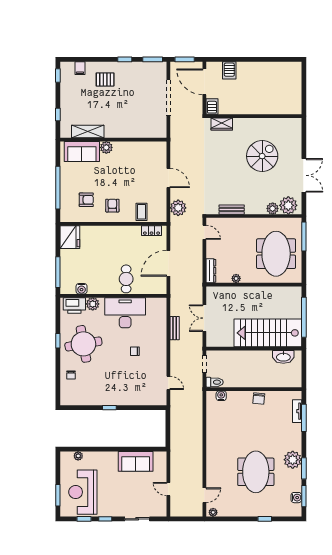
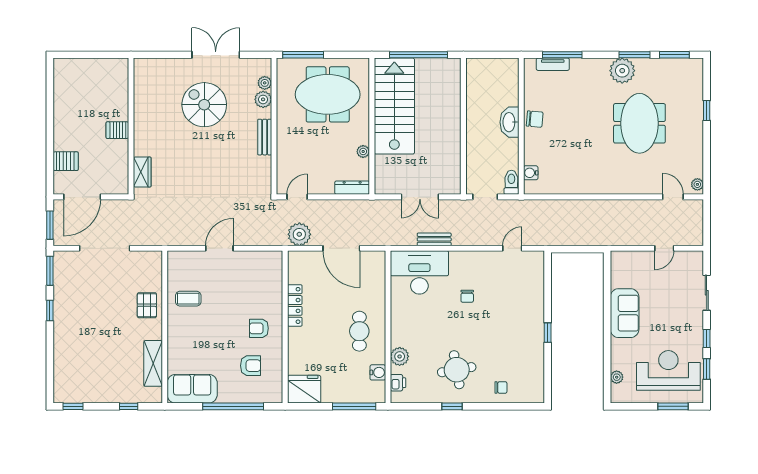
filing cabinet: (80, 68) -> (62, 375), removed
pallet: (105, 79) -> (147, 305), moved
server rack: (212, 107) -> (117, 130), moved
plant: (106, 147) -> (176, 337), removed
sofa: (82, 151) -> (192, 389), moved, turned -90
spiral stairs: (262, 156) -> (204, 105), moved
armchair: (86, 200) -> (251, 366), turned 90
plant: (288, 205) -> (265, 83), width x0.53, depth x0.53
plant: (178, 208) -> (299, 234), moved
bench: (232, 210) -> (265, 137), moved
coffee table: (141, 212) -> (188, 299), moved
locker: (152, 231) -> (295, 305), moved, width x1.53
cafe table: (126, 279) -> (359, 331), moved, turned 90
printer: (74, 305) -> (398, 383), width x0.53, depth x0.68
desk: (125, 313) -> (419, 272), moved, turned 90
stairs: (268, 333) -> (394, 106), moved, turned 180
round table: (83, 344) -> (457, 370), width x0.73, depth x0.73
washbasin: (283, 357) -> (510, 122), moved, turned 180
sofa: (136, 461) -> (625, 313), moved
meeting table: (256, 472) -> (639, 123), turned 90
reception desk: (83, 492) -> (668, 370), turned 180
water cooler: (296, 498) -> (676, 65), removed

